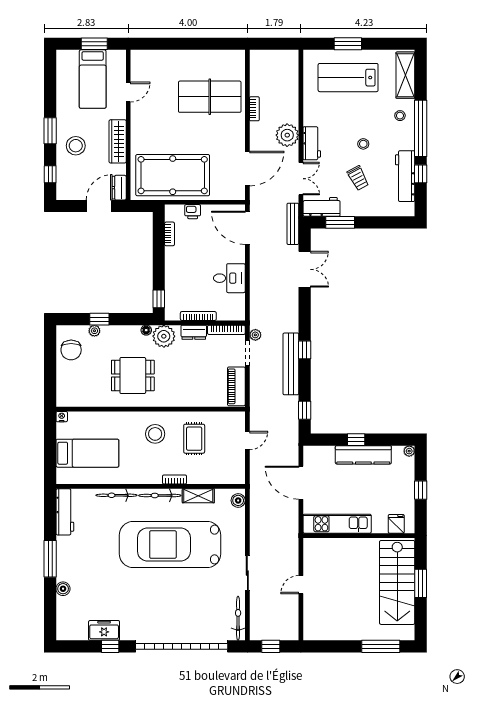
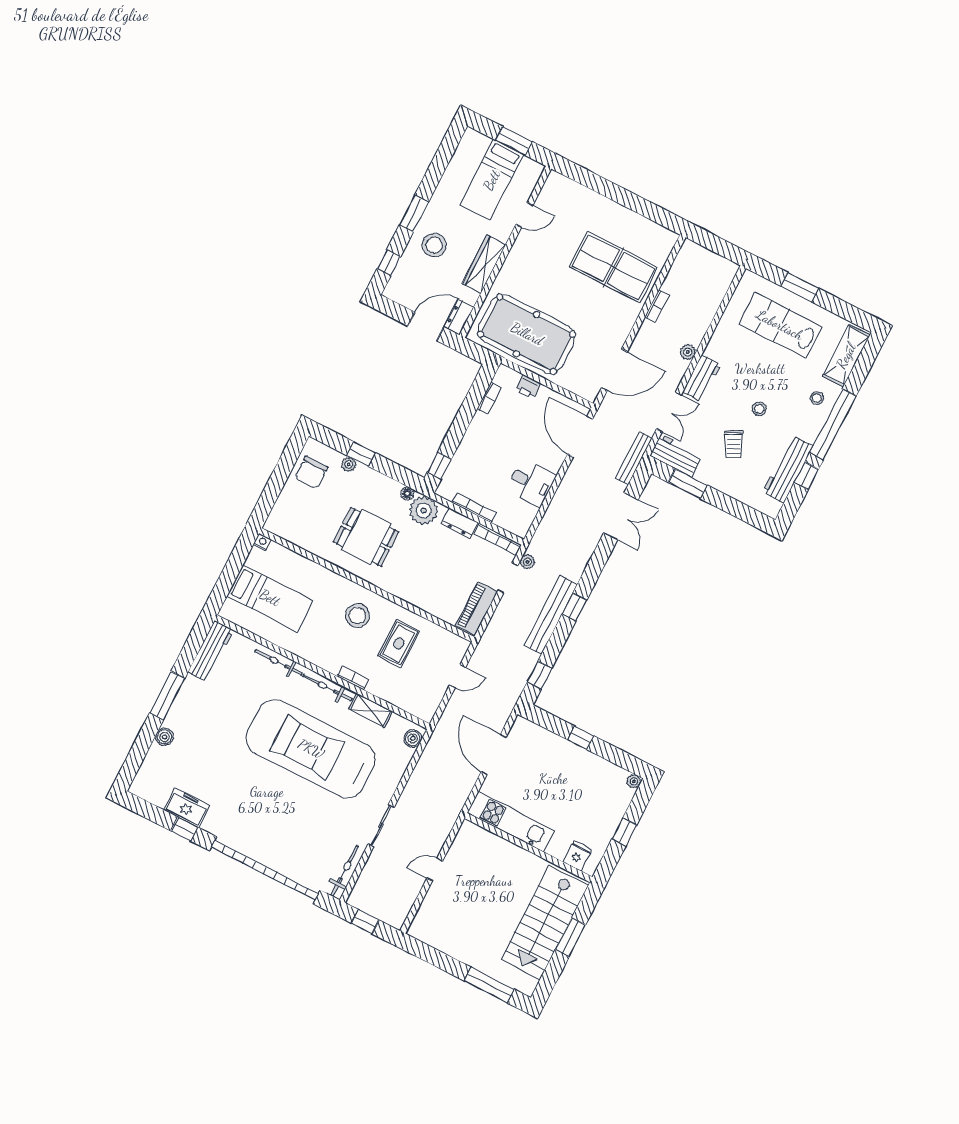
plant: (287, 135) -> (688, 352), width x0.53, depth x0.53
kitchen counter: (363, 455) -> (580, 759), removed

